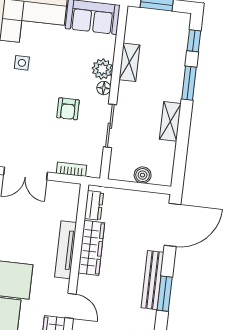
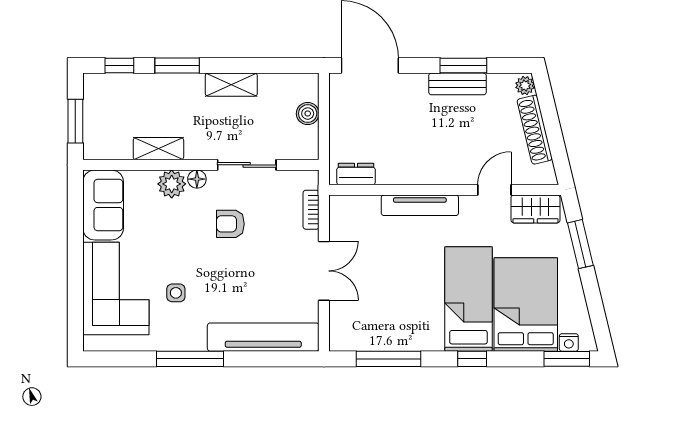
armchair: (68, 109) -> (230, 224), turned 180
wardrobe: (91, 248) -> (413, 171), removed
bench: (152, 280) -> (457, 84), width x0.73

